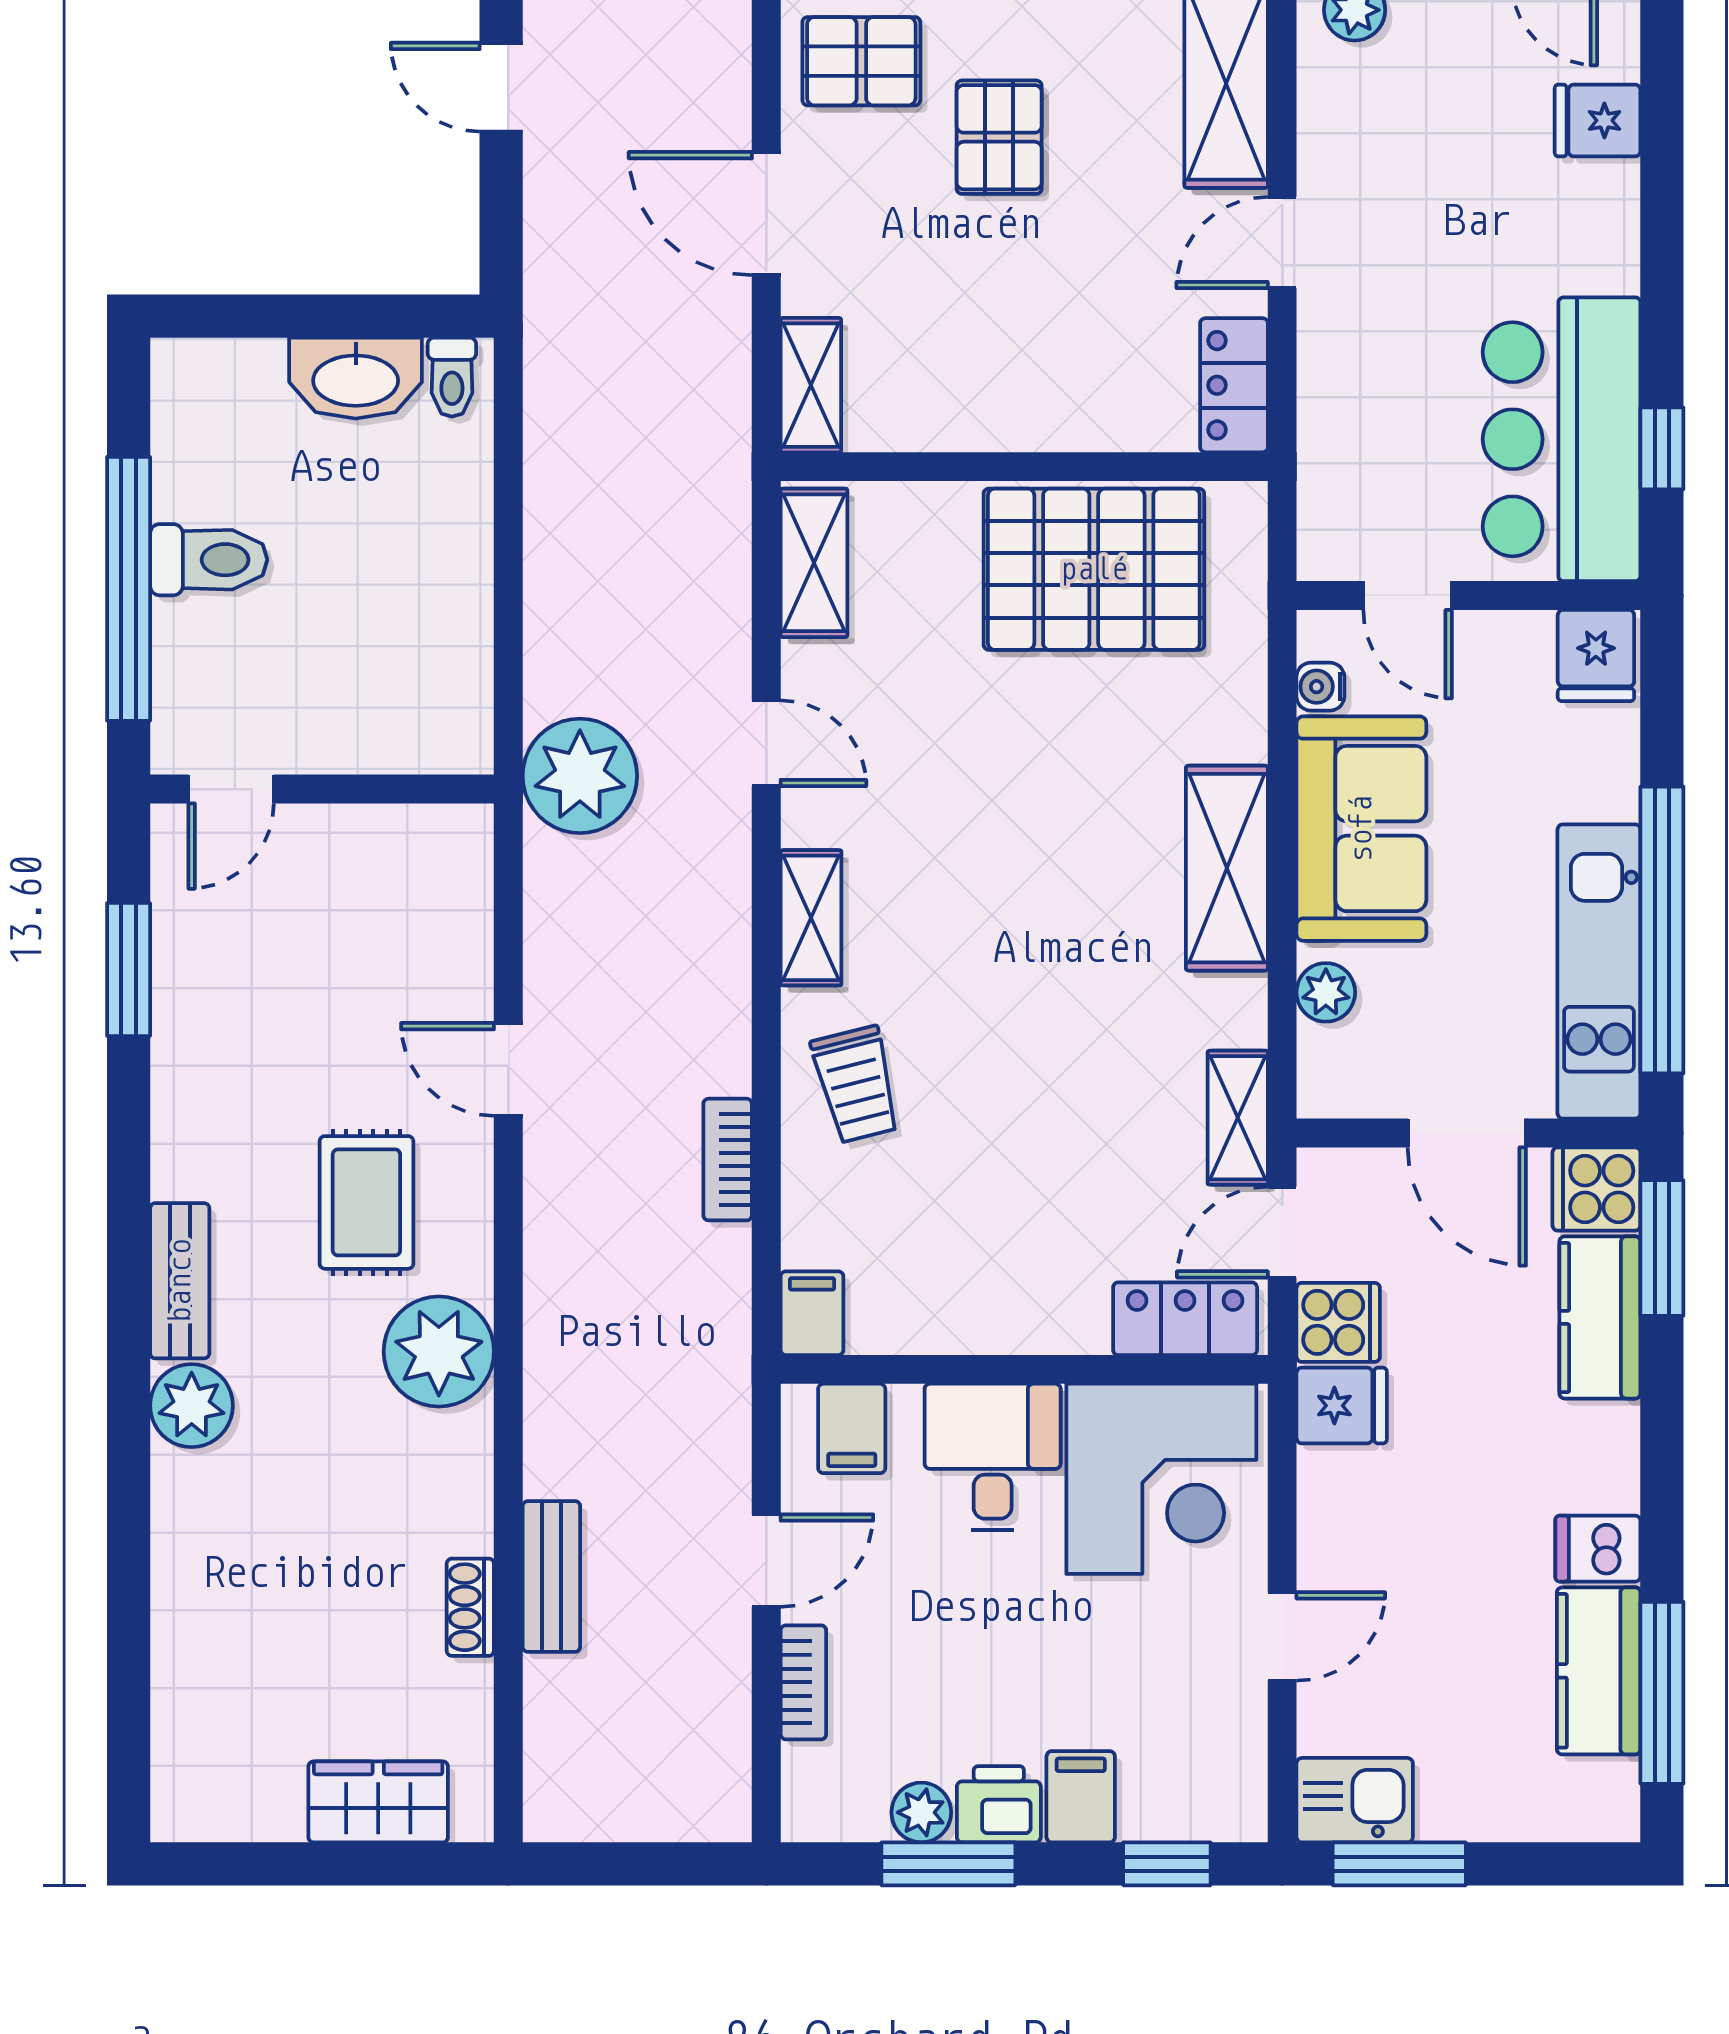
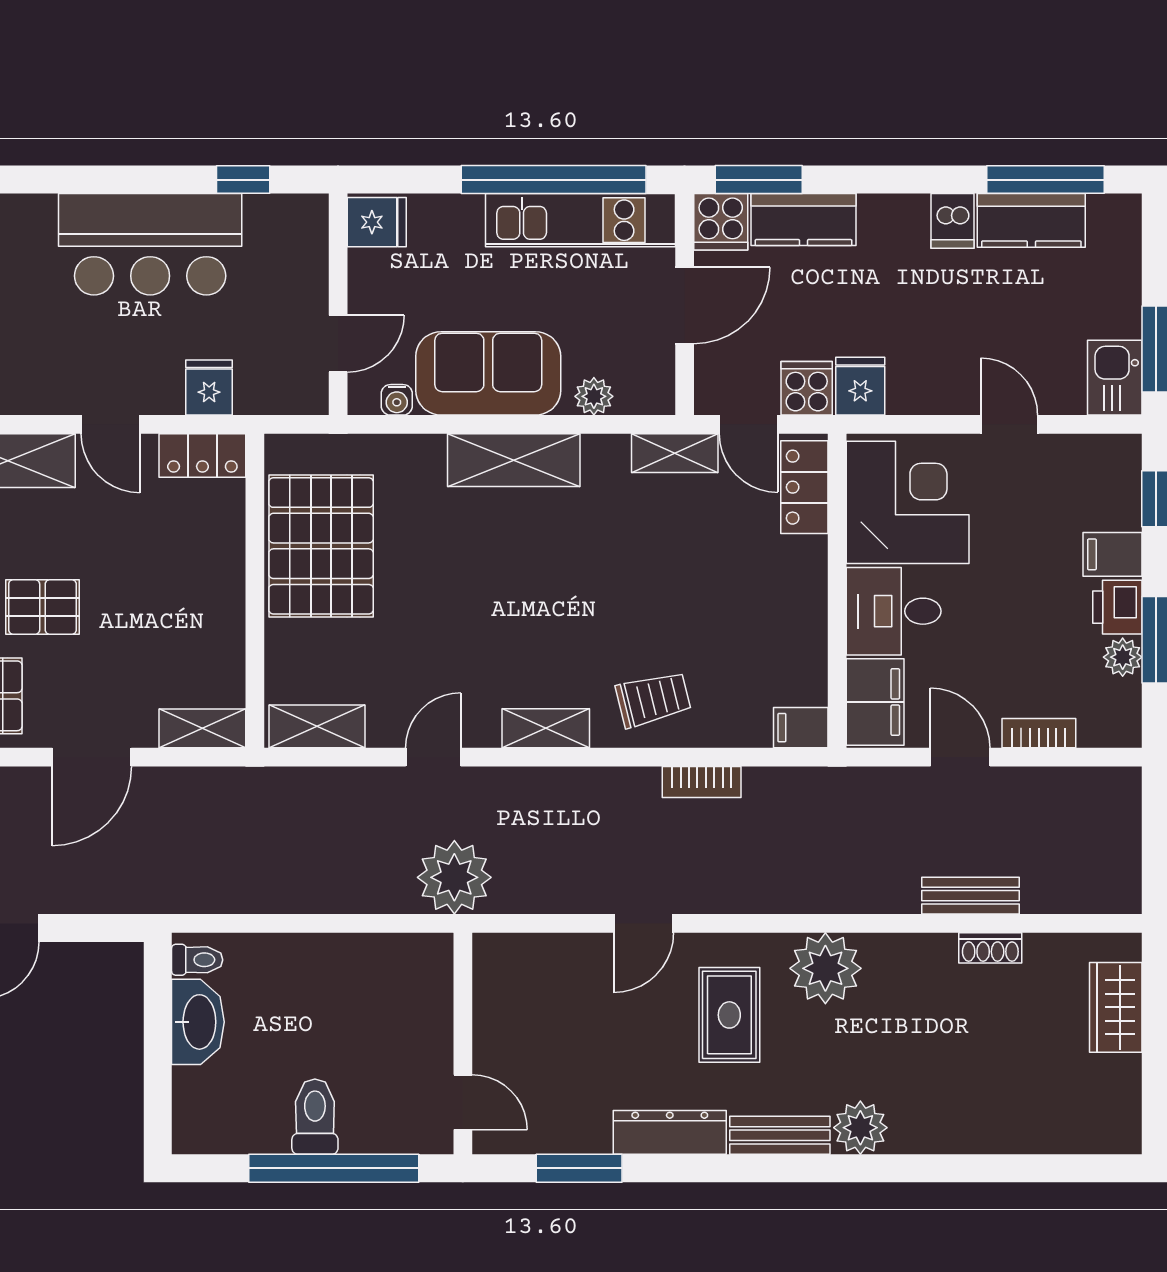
fridge: (1598, 120) -> (209, 388), moved, turned 180
bar counter: (1562, 439) -> (150, 244), moved
dresser: (184, 1110) -> (670, 1132), added
rug: (366, 1202) -> (729, 1015), turned 90
filing cabinet: (852, 1428) -> (875, 702), width x2.00

